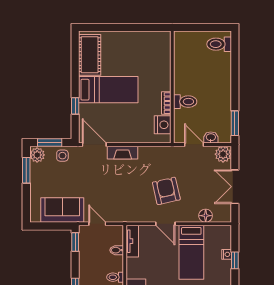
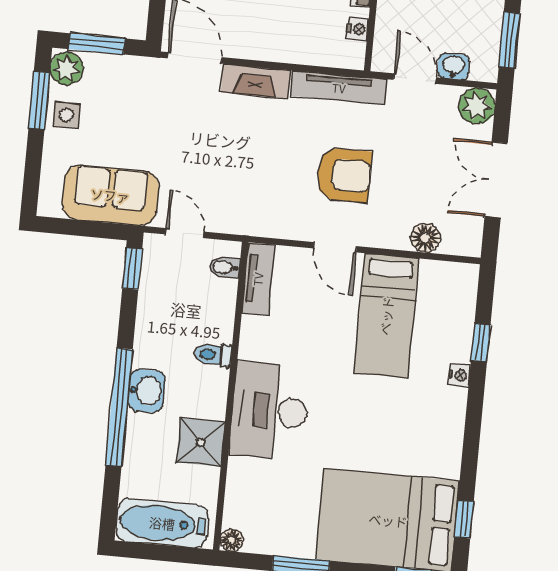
nightstand: (163, 125) -> (358, 29), width x0.53, depth x0.56
tv unit: (160, 152) -> (339, 88), added
side table: (62, 156) -> (66, 115), moved
armchair: (166, 191) -> (344, 175), turned 103
bidet: (117, 250) -> (225, 267), moved
nightstand: (227, 254) -> (459, 375), moved

